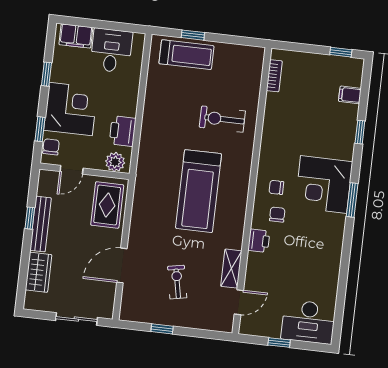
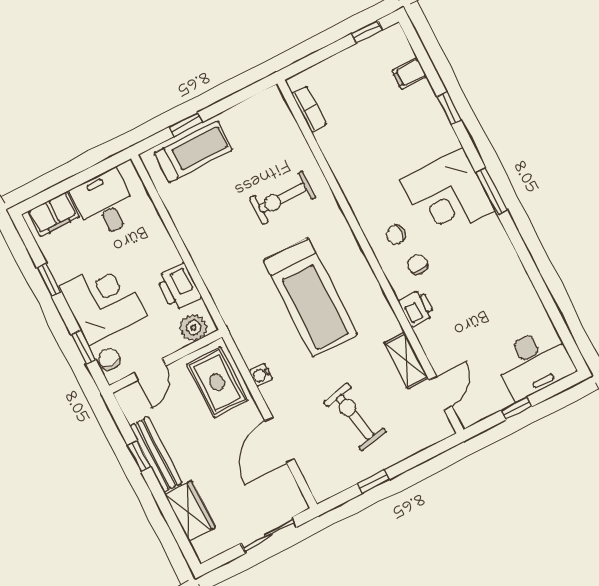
water cooler: (137, 218) -> (261, 375), added
exercise bike: (177, 282) -> (355, 417), width x1.38, depth x1.39

